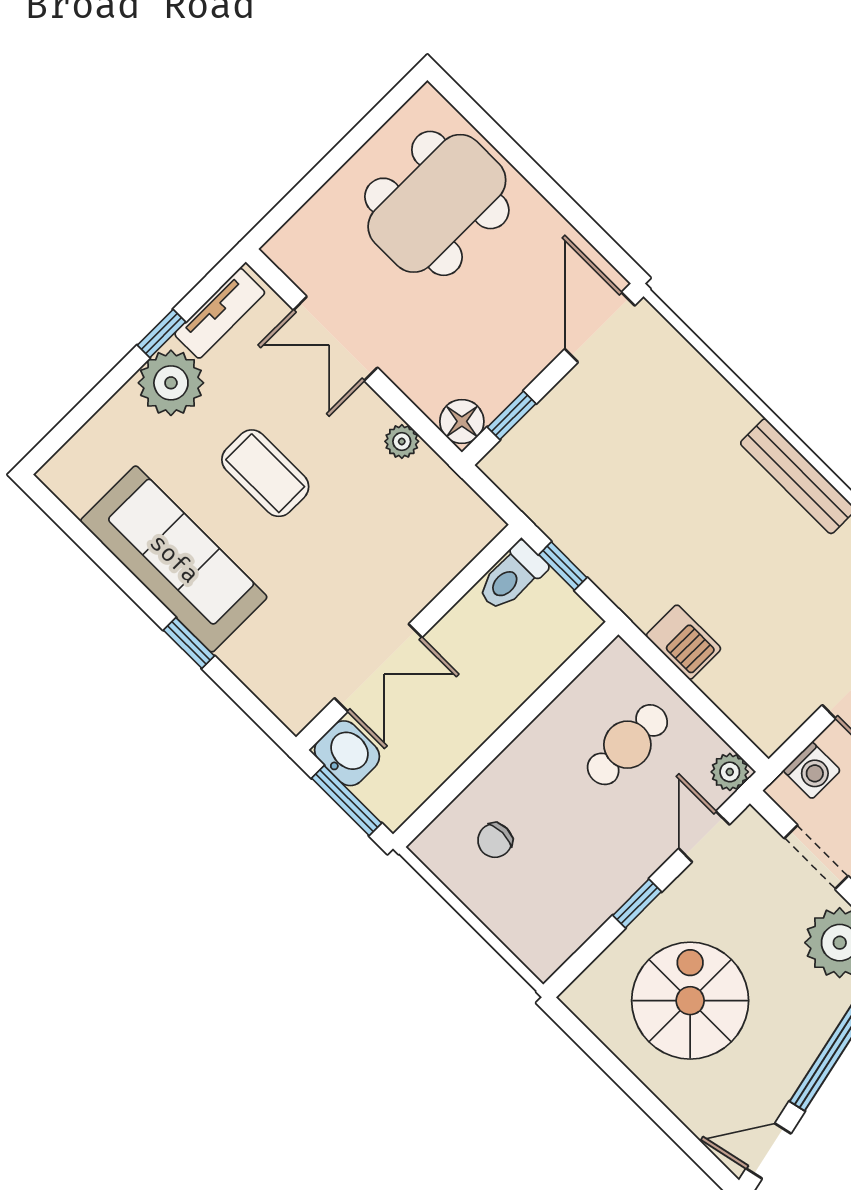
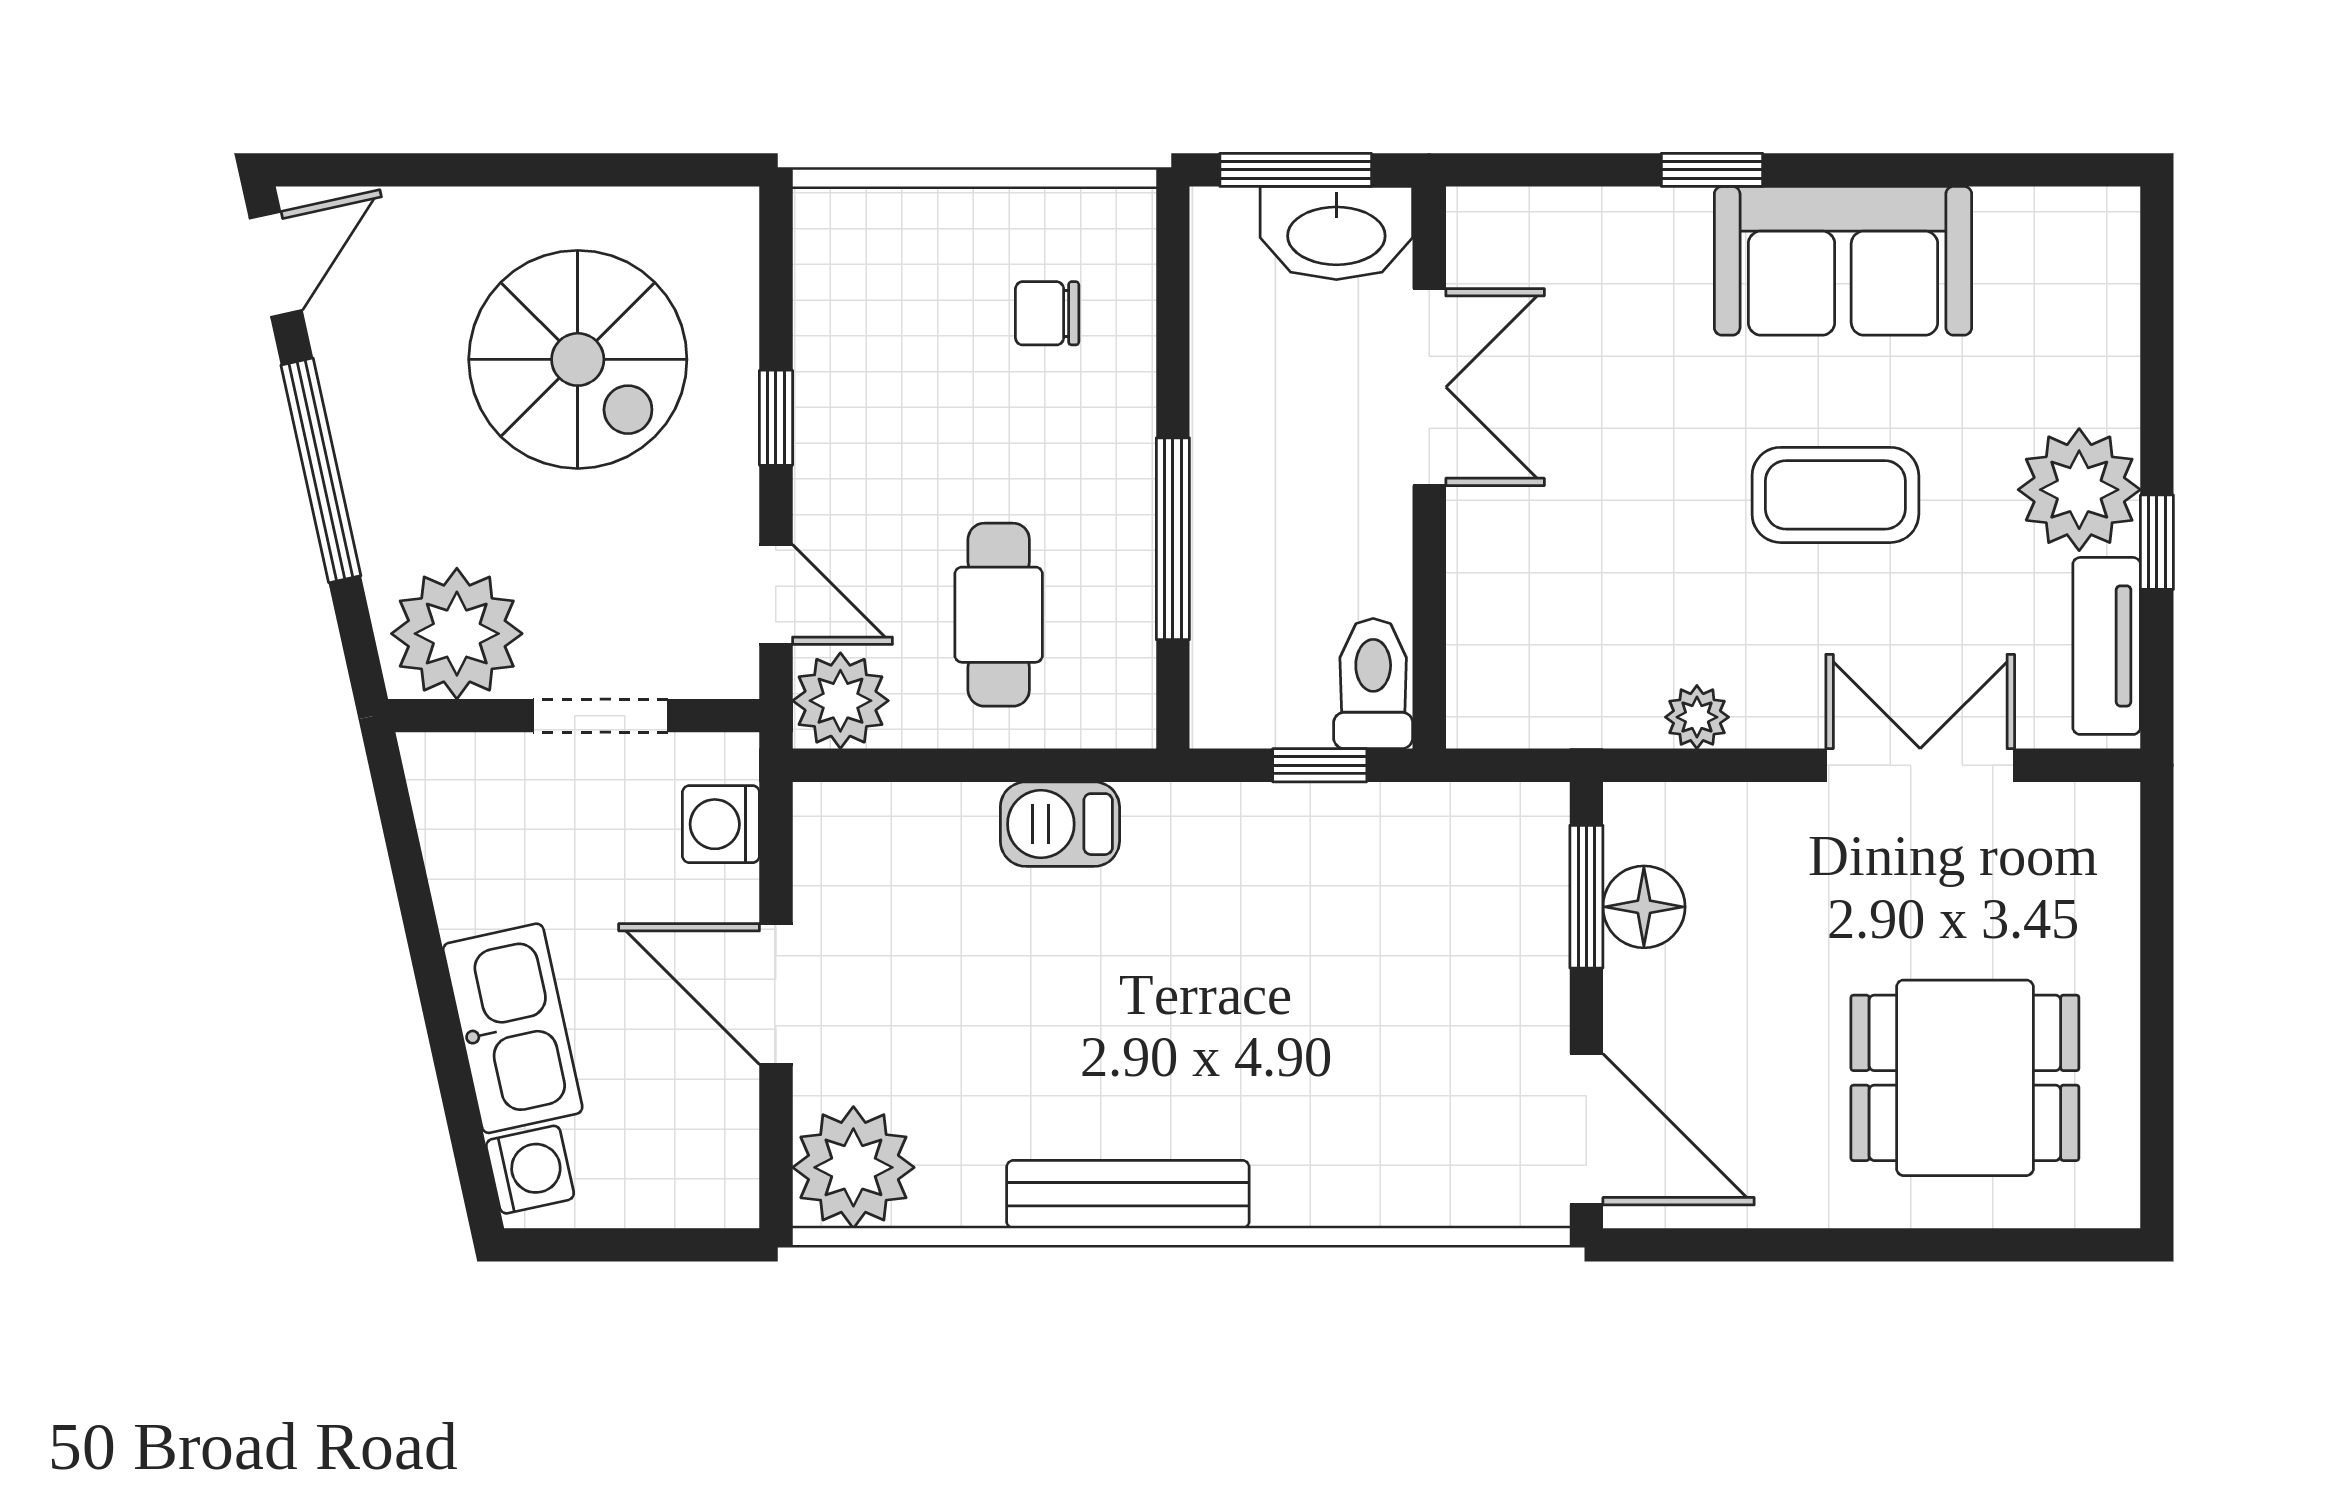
dining table: (437, 203) -> (1965, 1078), width x0.73
window: (512, 415) -> (1586, 897), width x1.50
floor lamp: (462, 421) -> (1644, 907), moved
sofa: (174, 559) -> (1843, 261), width x0.73
double door: (378, 668) -> (1429, 387), swing flipped
window: (533, 707) -> (1173, 539), added
washbasin: (347, 753) -> (1336, 233), width x1.38
plant: (730, 772) -> (840, 701), width x1.38, depth x1.38
chair: (495, 840) -> (1047, 313), turned -90

